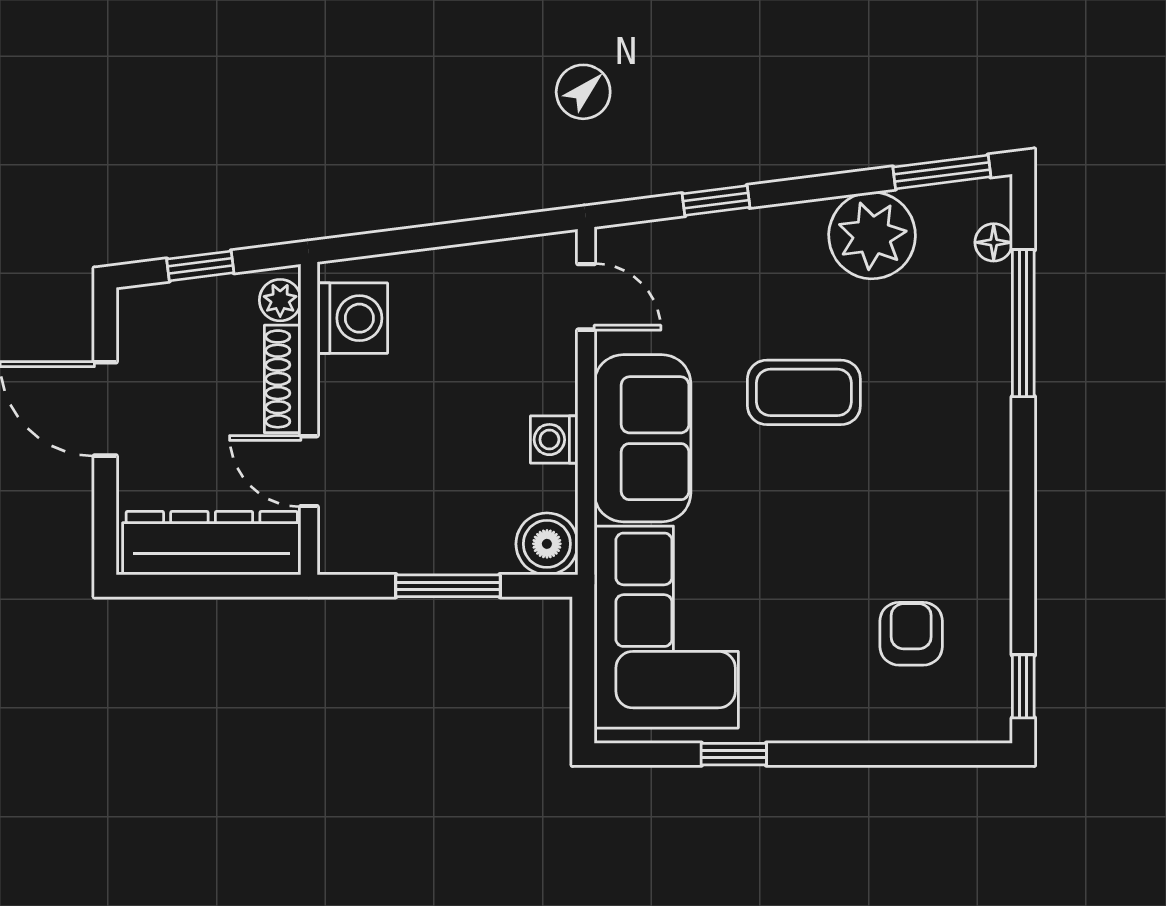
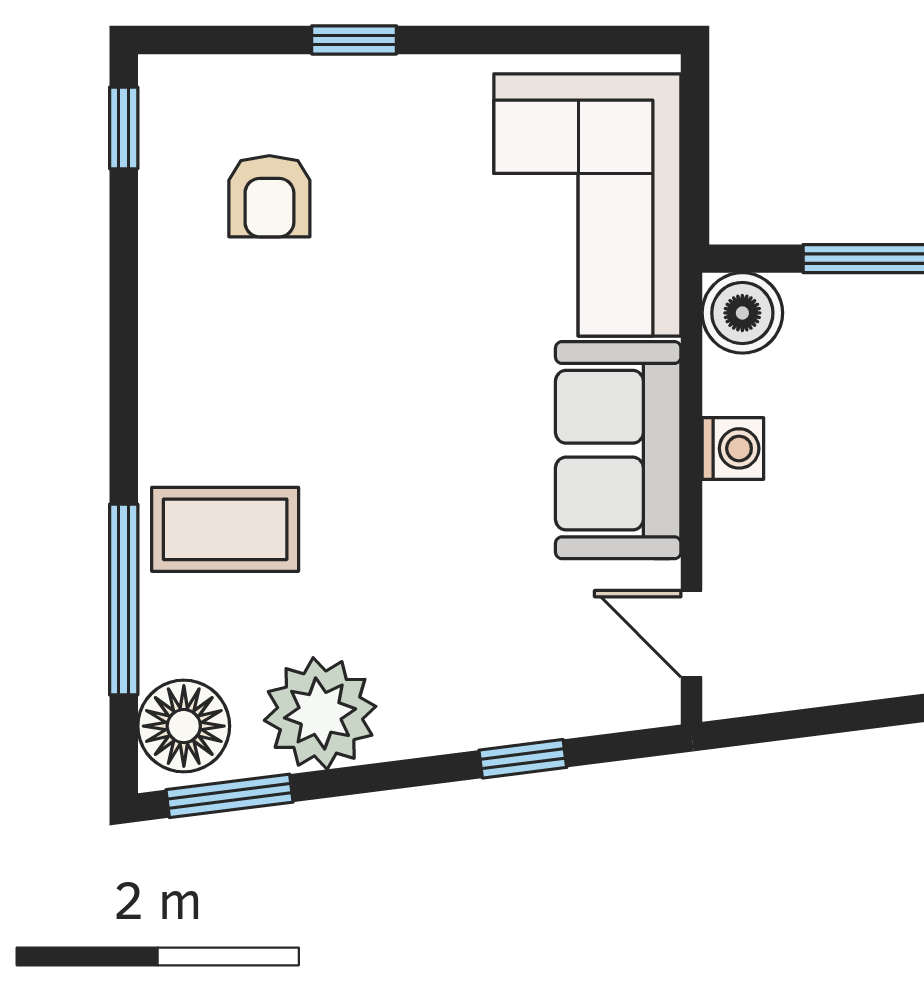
floor lamp: (994, 242) -> (184, 726), width x1.89, depth x1.89
coffee table: (804, 392) -> (225, 529), moved
window: (734, 754) -> (354, 40), moved

